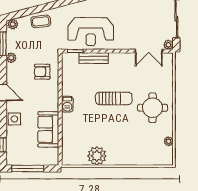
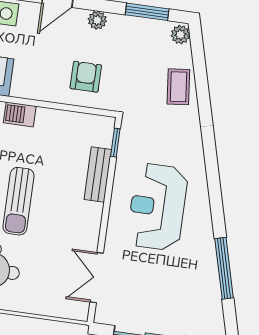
reception desk: (91, 32) -> (157, 207), moved
plant: (168, 45) -> (103, 315), removed
plant: (11, 58) -> (97, 20), moved

